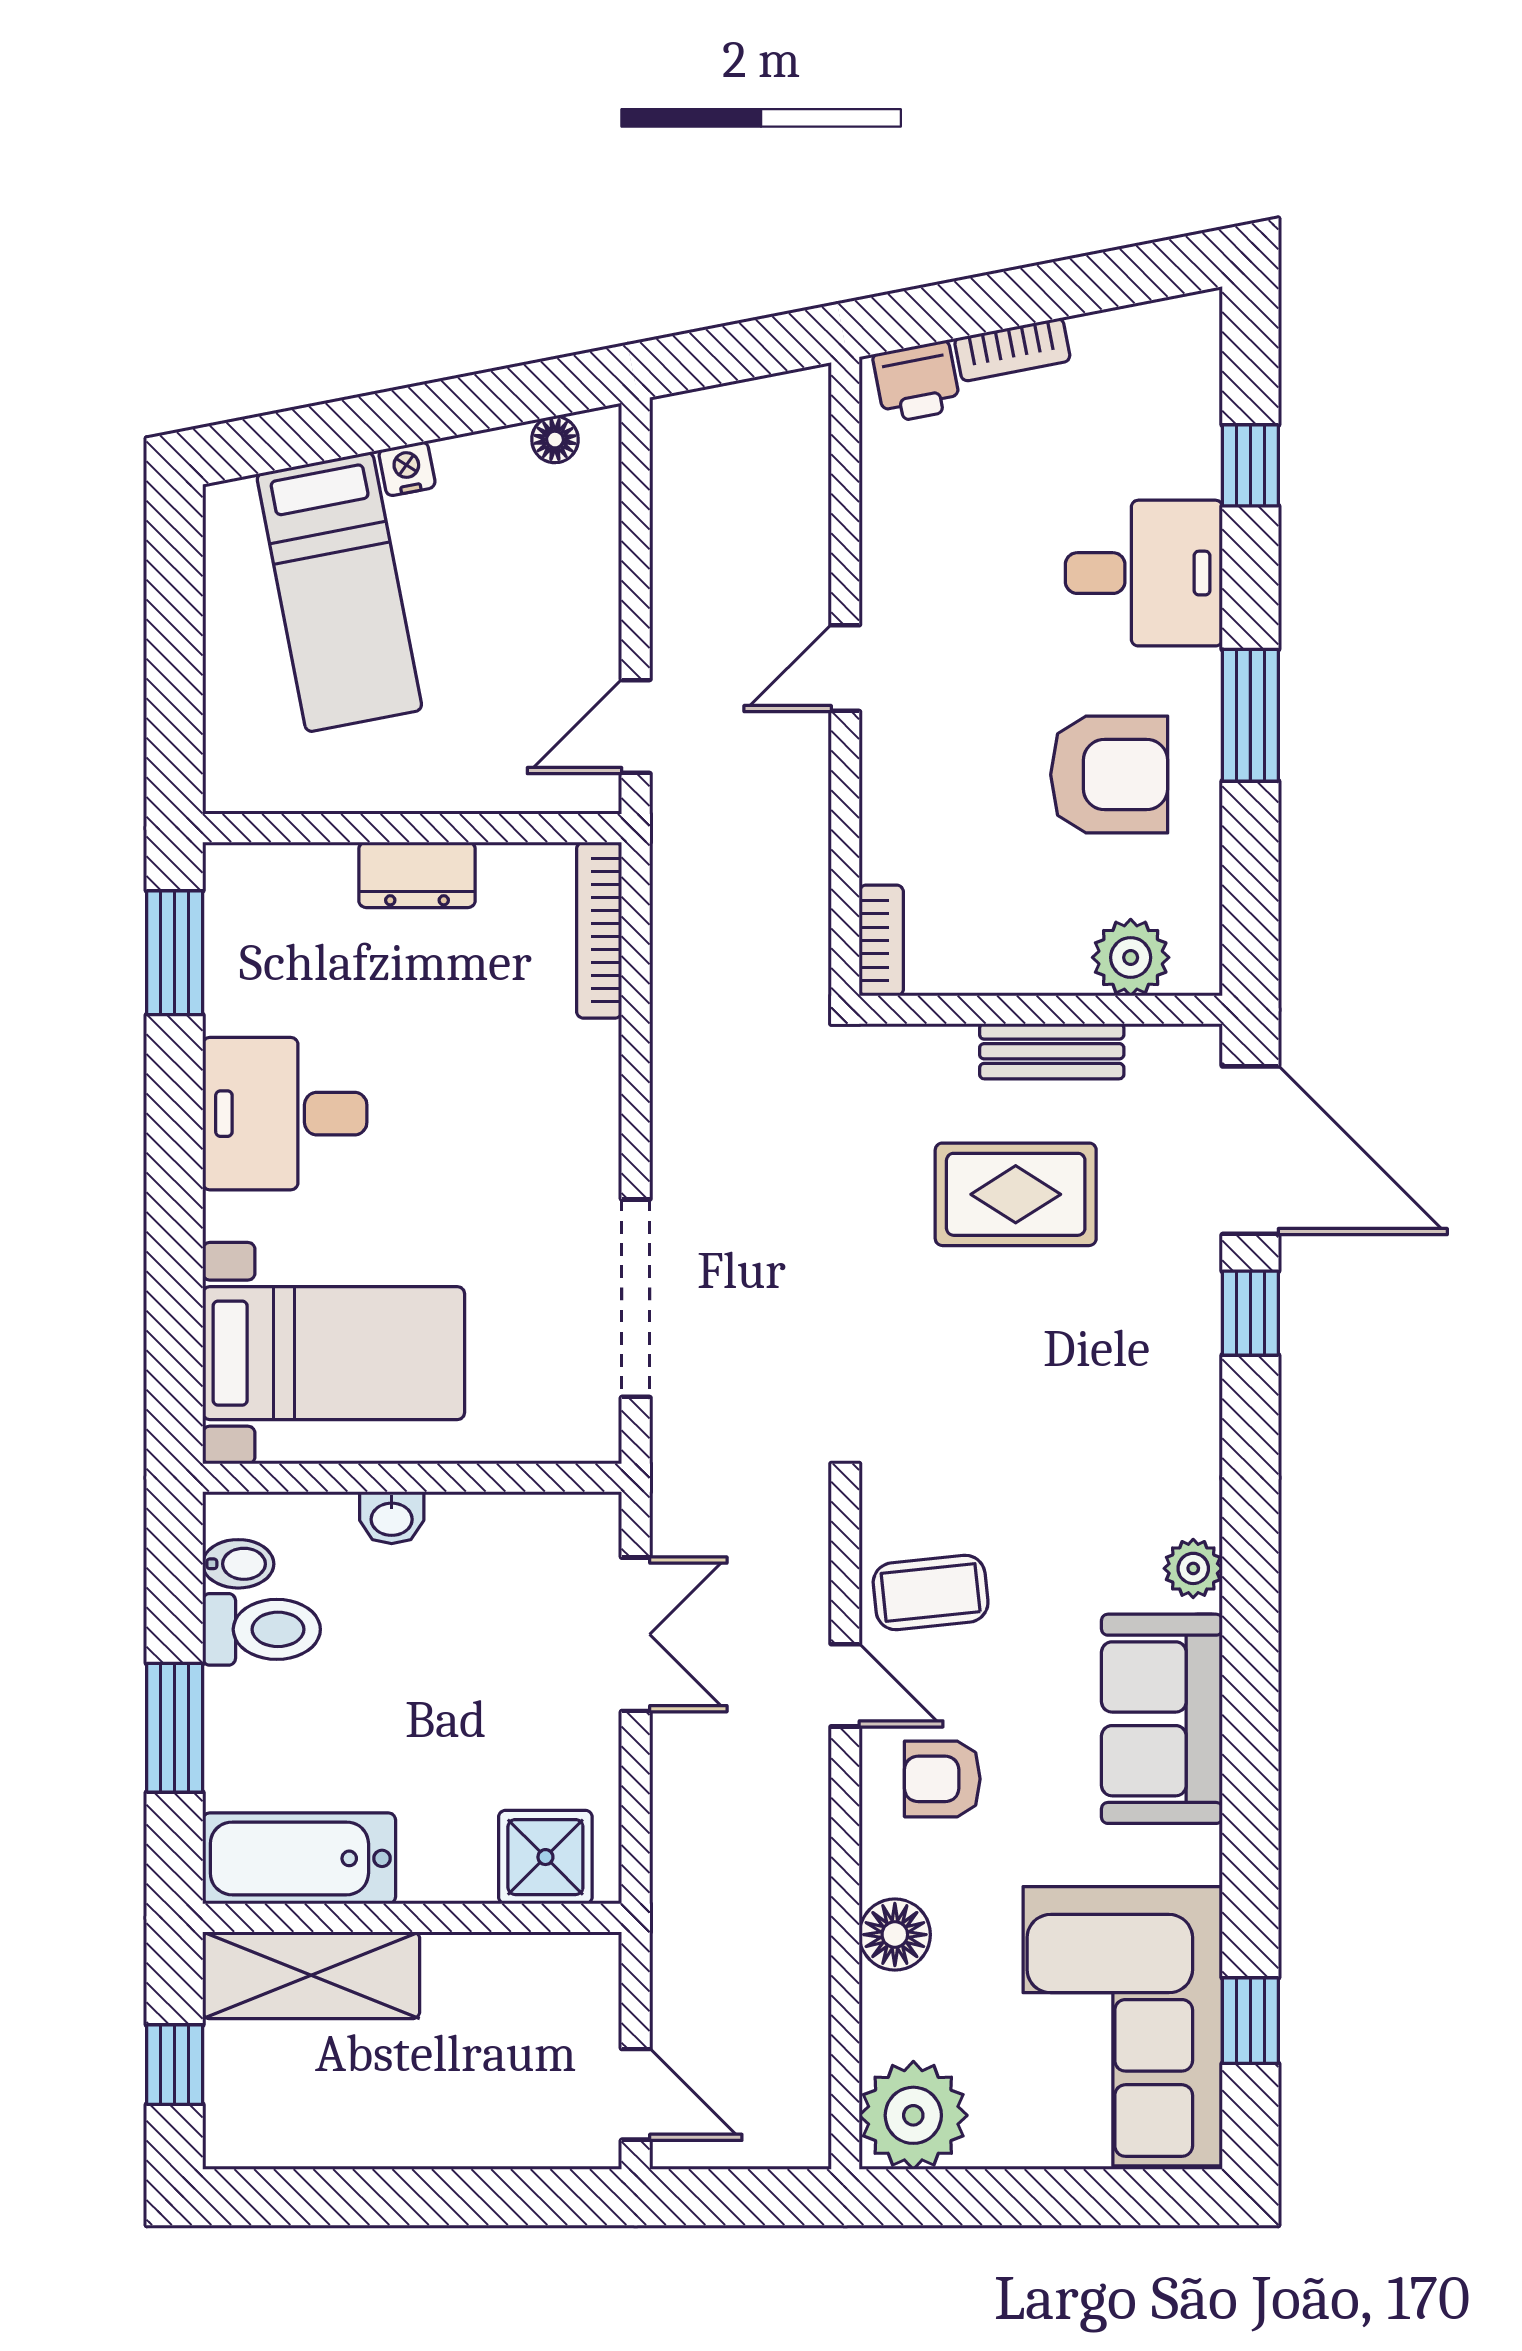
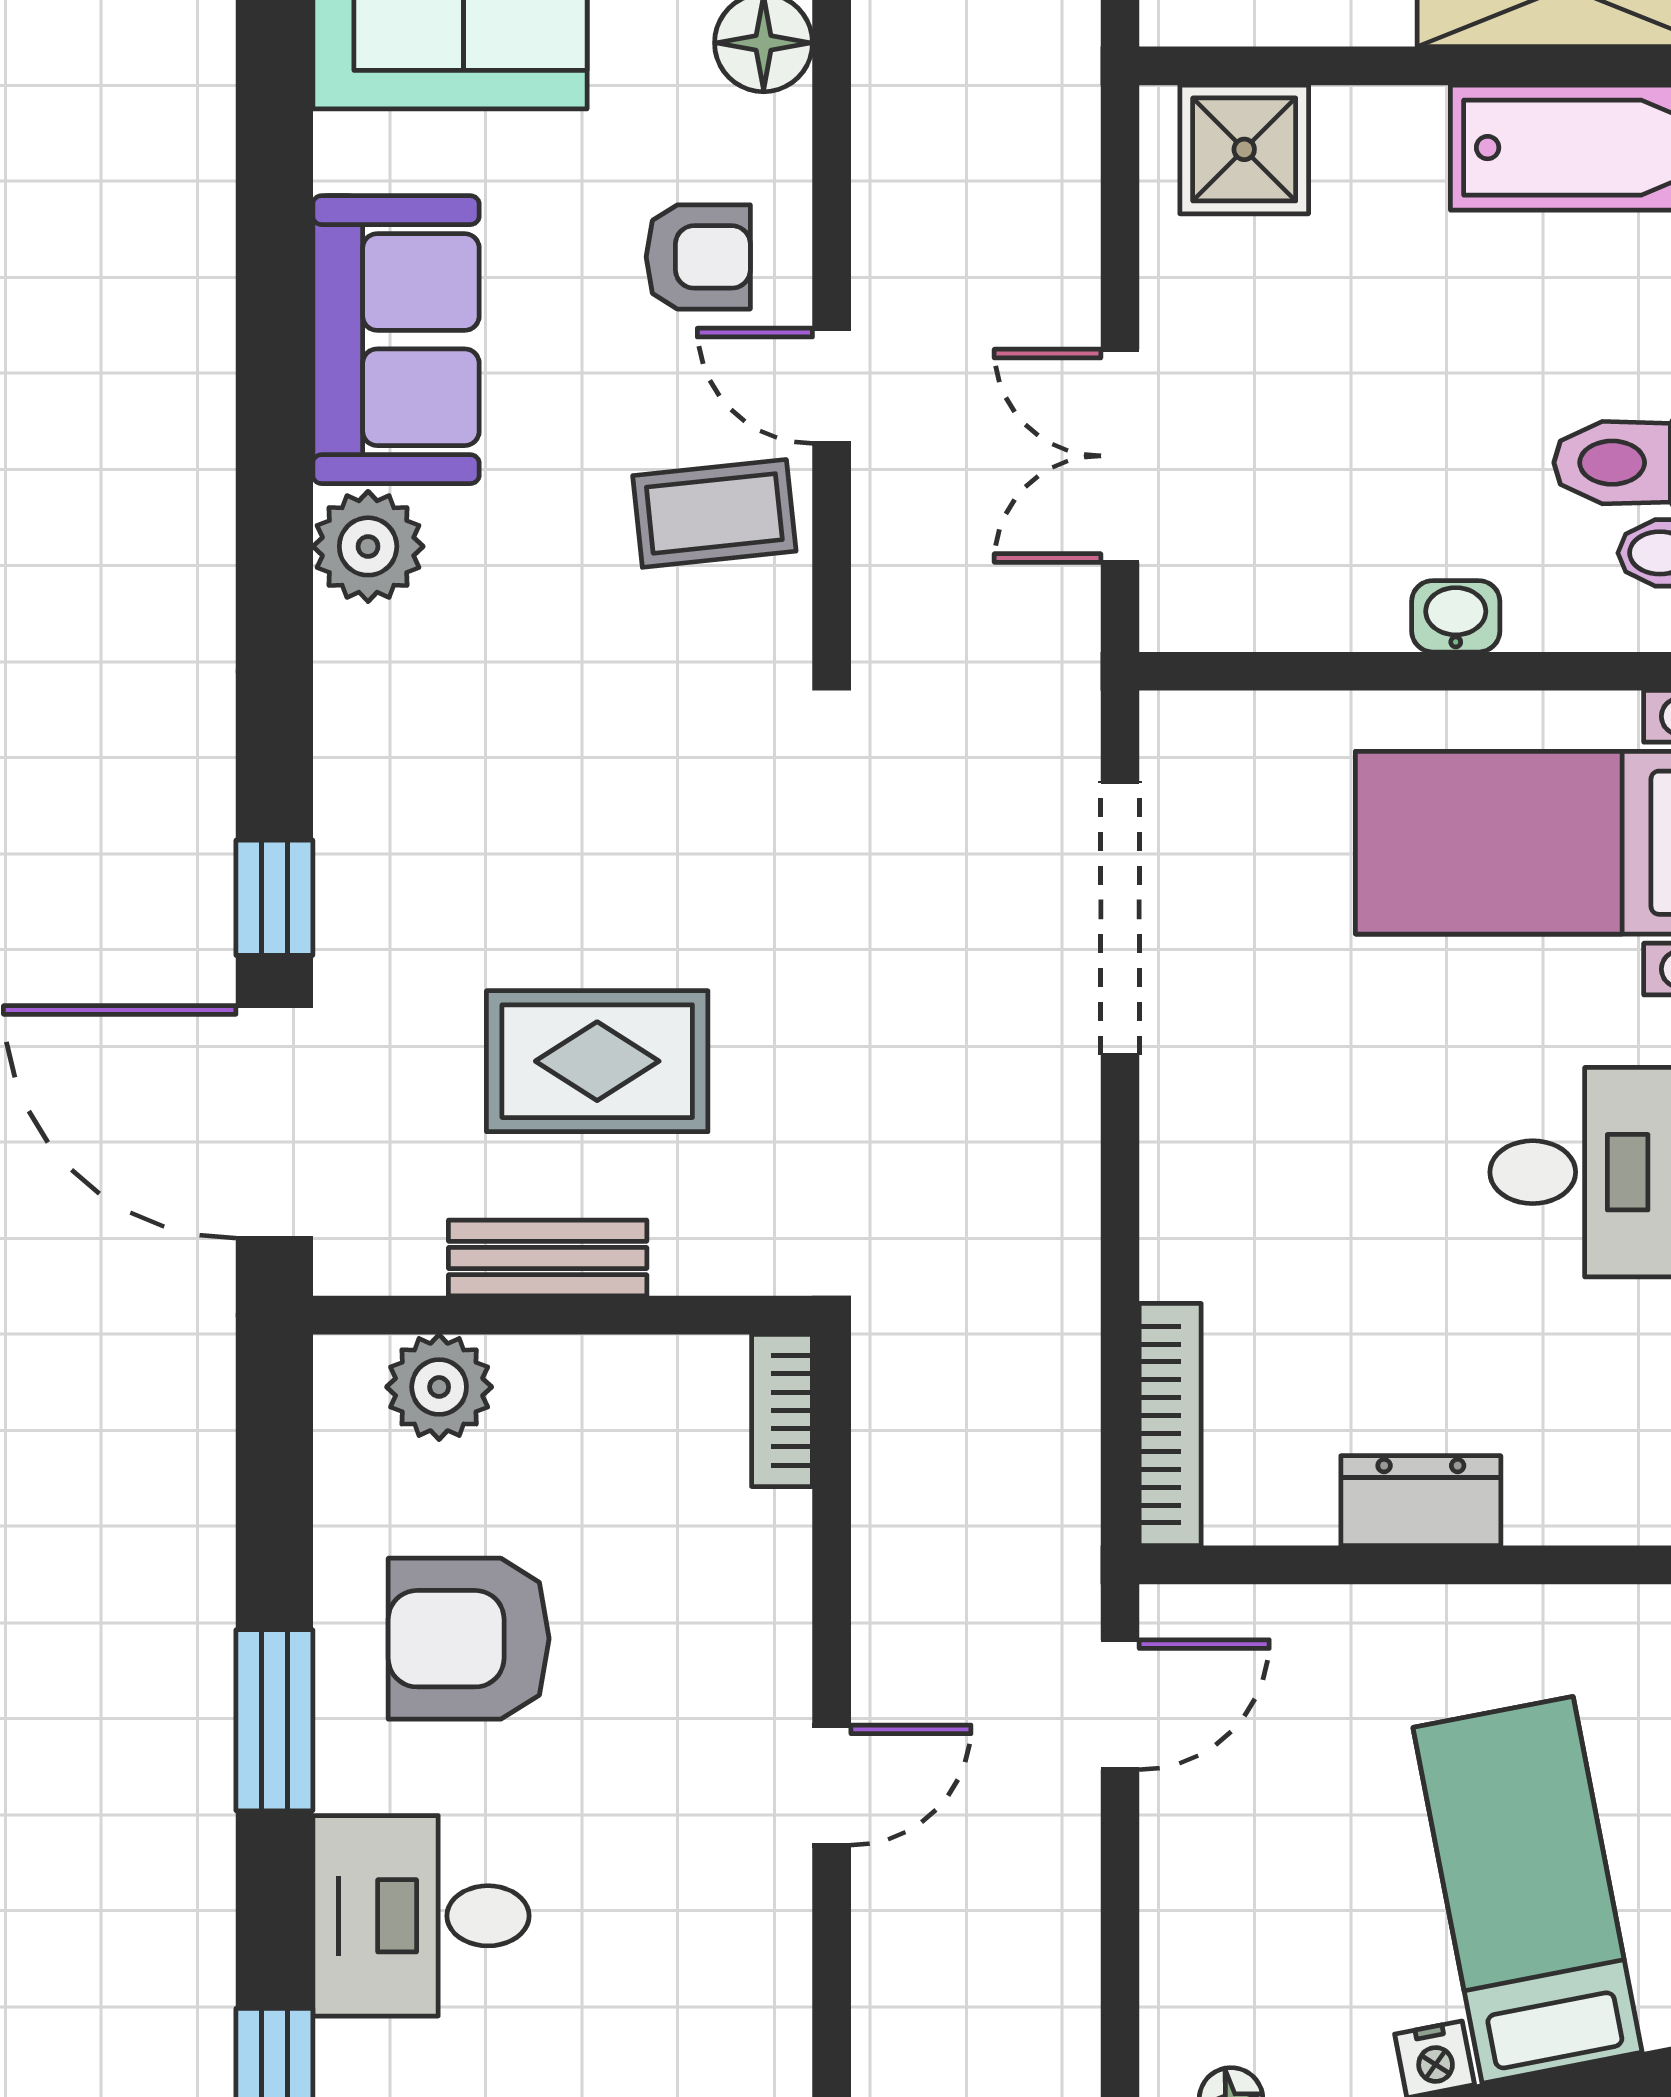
plant: (1193, 1568) -> (368, 546), width x1.38, depth x1.38

